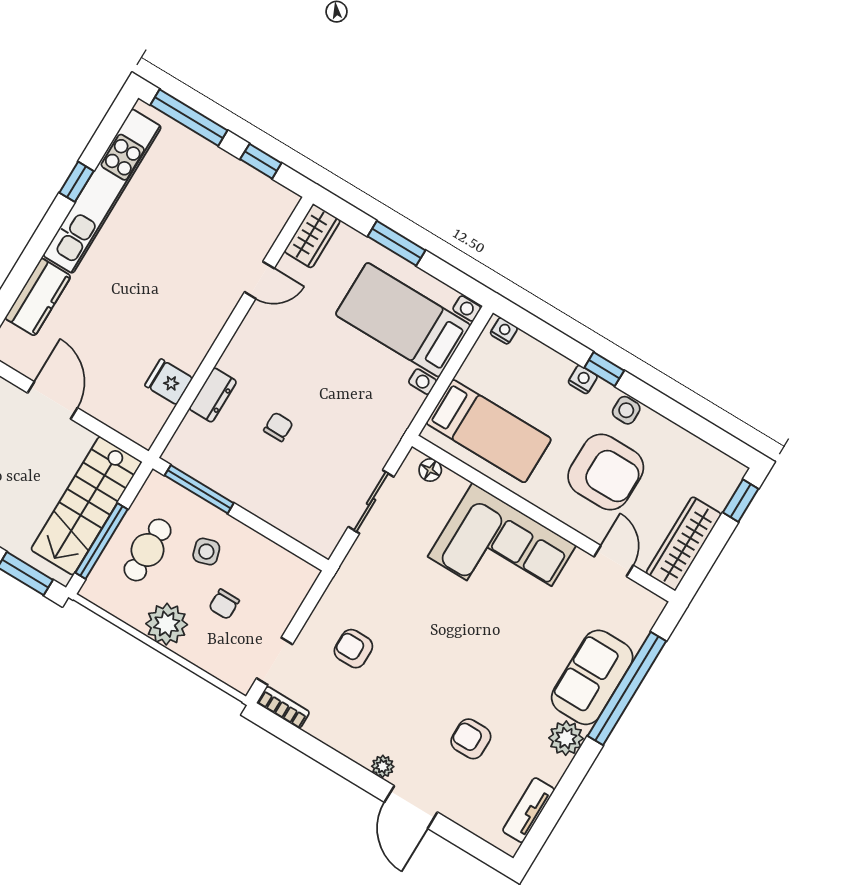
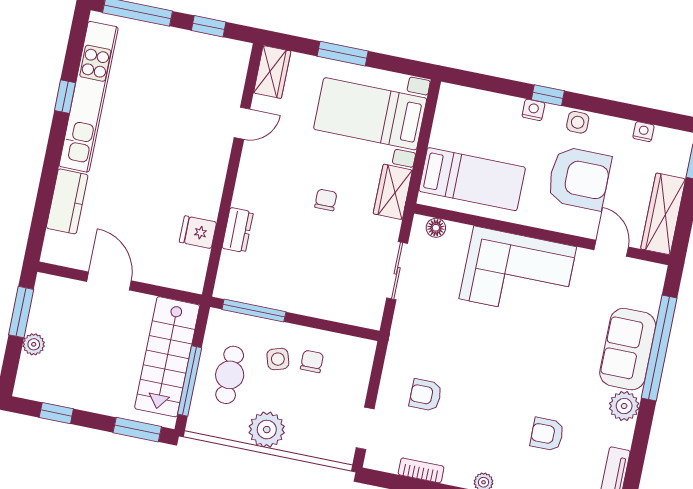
nightstand: (504, 331) -> (643, 132), moved
wardrobe: (397, 414) -> (393, 192), added
chair: (278, 427) -> (326, 200), moved
chair: (224, 604) -> (312, 361), moved, turned 180
bookcase: (283, 707) -> (421, 470), moved

